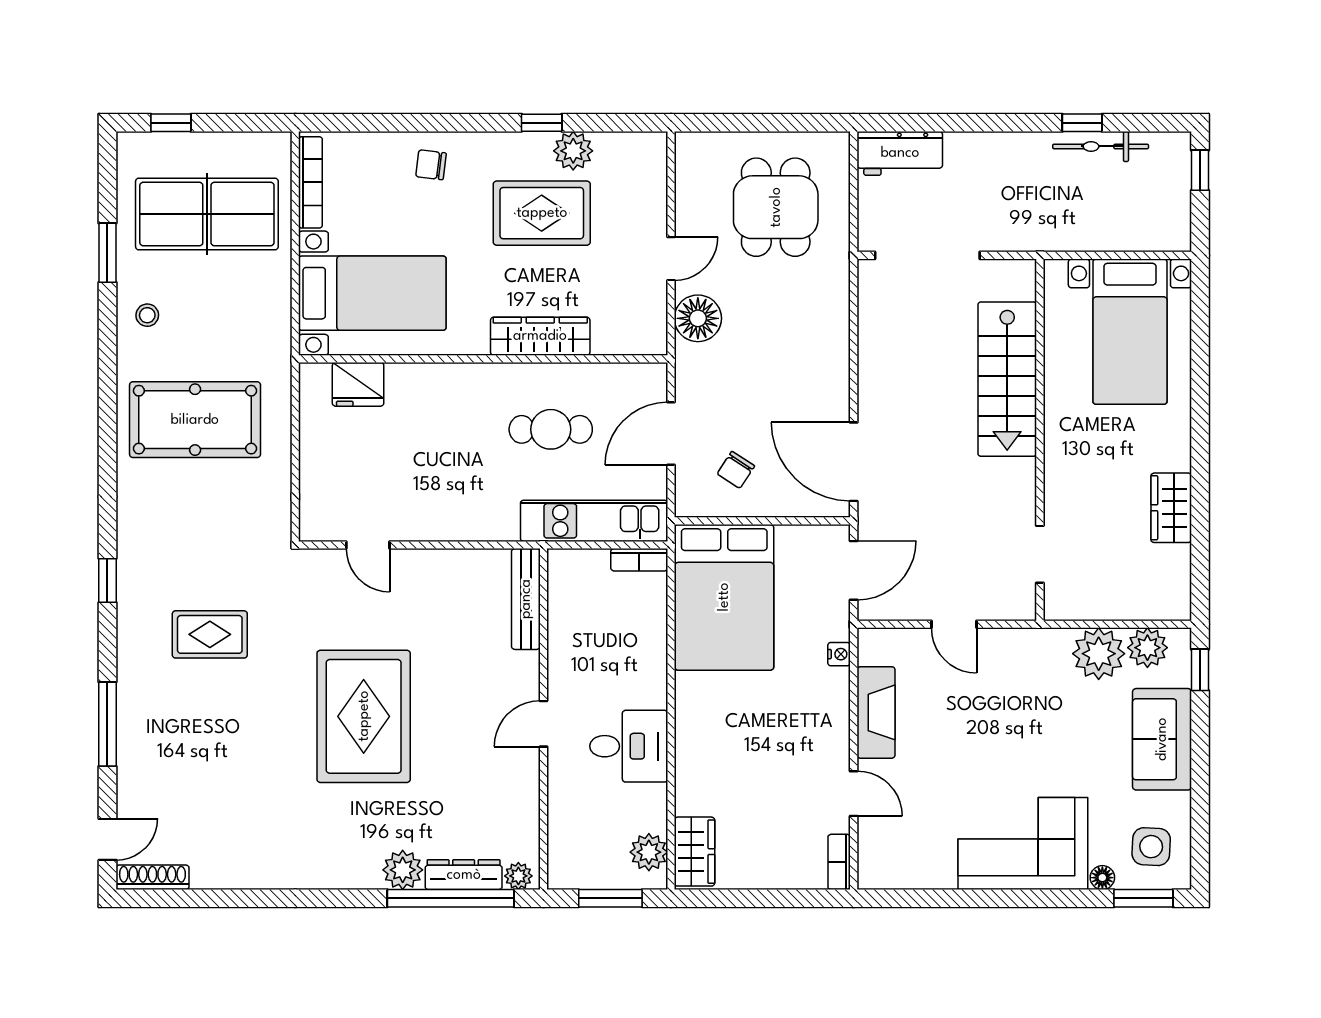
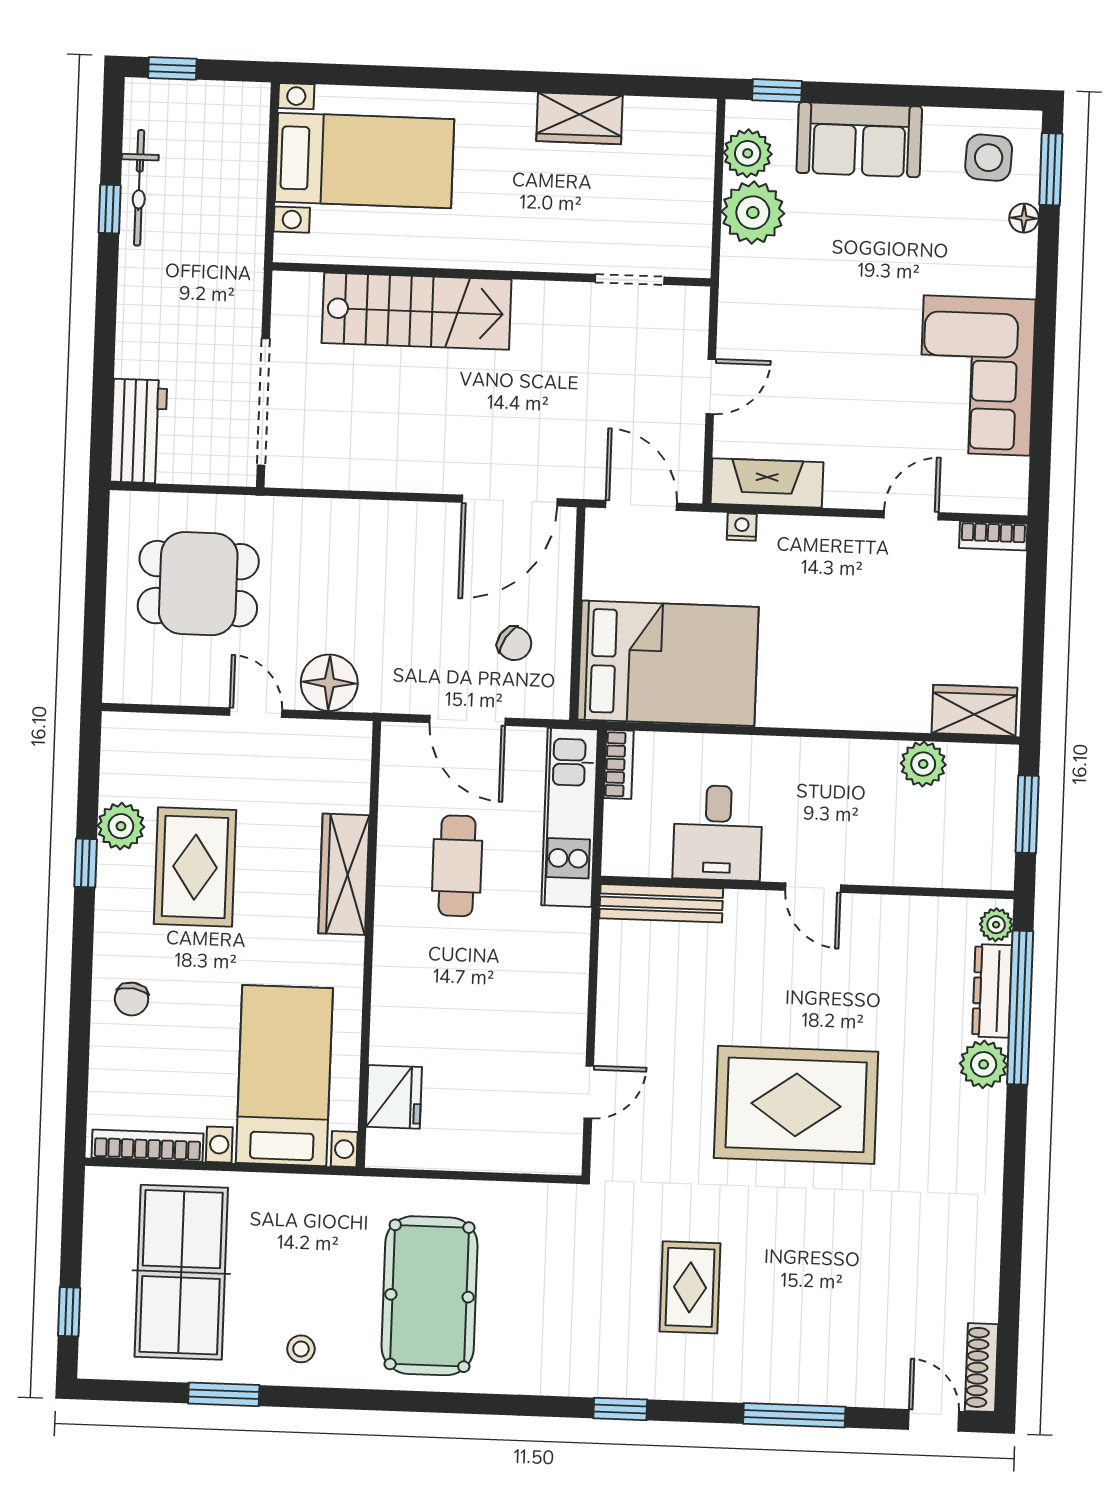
fireplace: (876, 712) -> (767, 483), moved
desk: (629, 746) -> (718, 833), moved, turned 180
corner sofa: (1023, 844) -> (977, 376), moved
plant: (649, 852) -> (923, 764), moved

